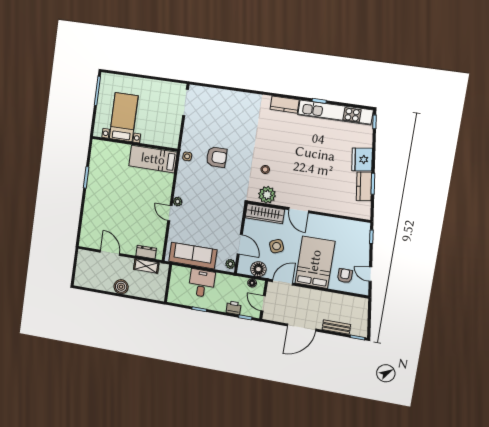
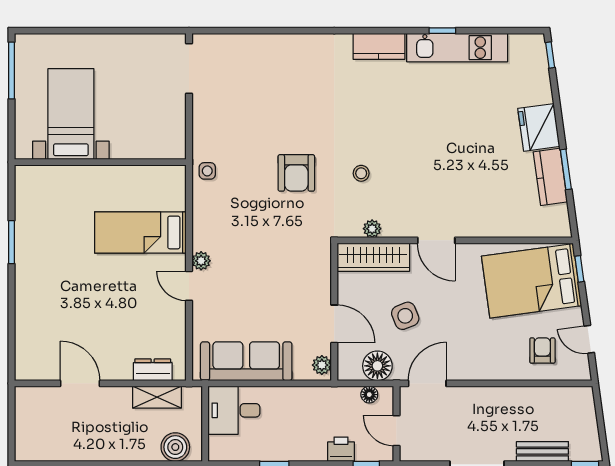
kitchen unit: (335, 112) -> (457, 48), width x0.73
armchair: (217, 157) -> (296, 173), moved, turned 90
bed: (153, 159) -> (140, 232), moved
plant: (267, 195) -> (372, 229), width x0.53, depth x0.53
bed: (315, 262) -> (532, 281), moved, turned -98
desk: (202, 283) -> (234, 410), moved, turned -90
boiler: (121, 287) -> (175, 447), moved

